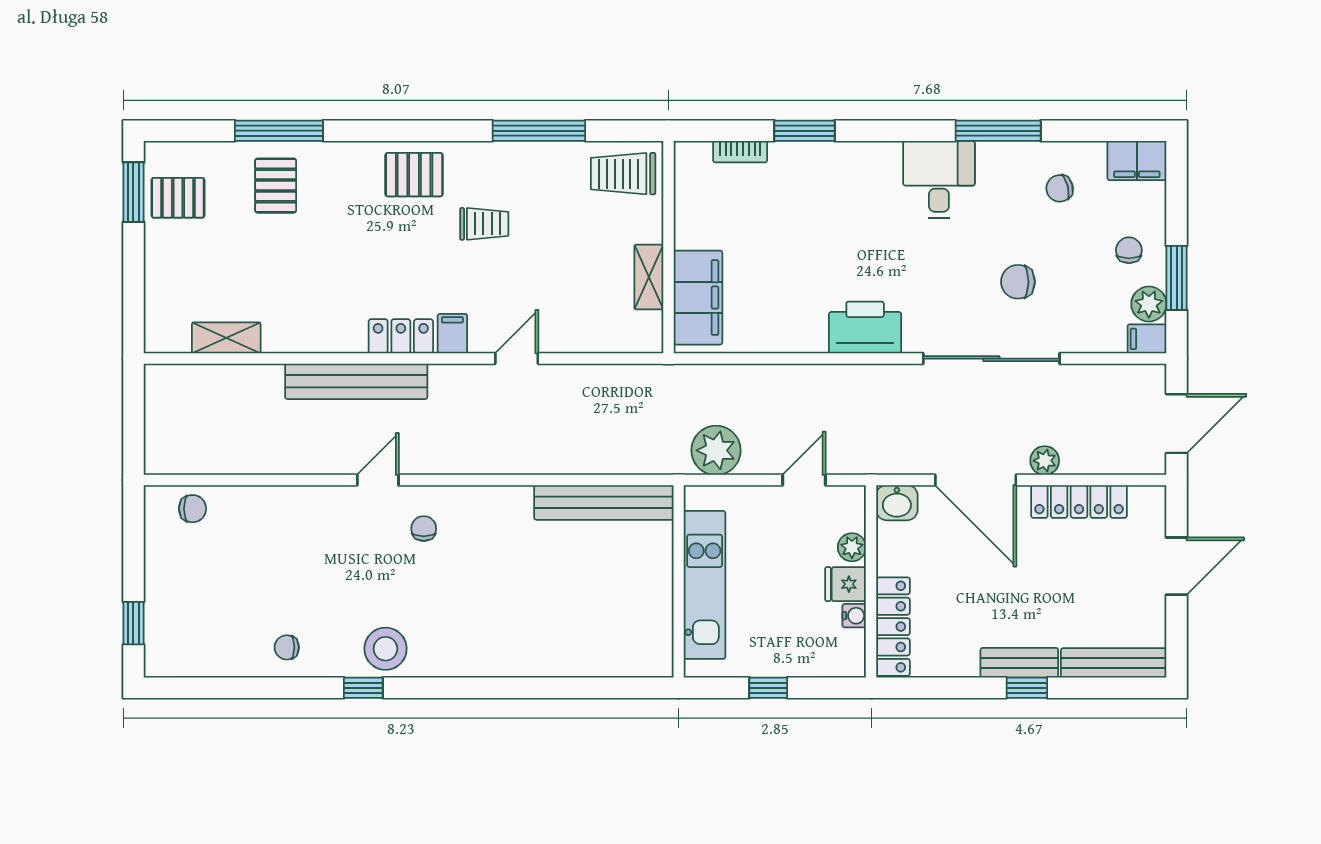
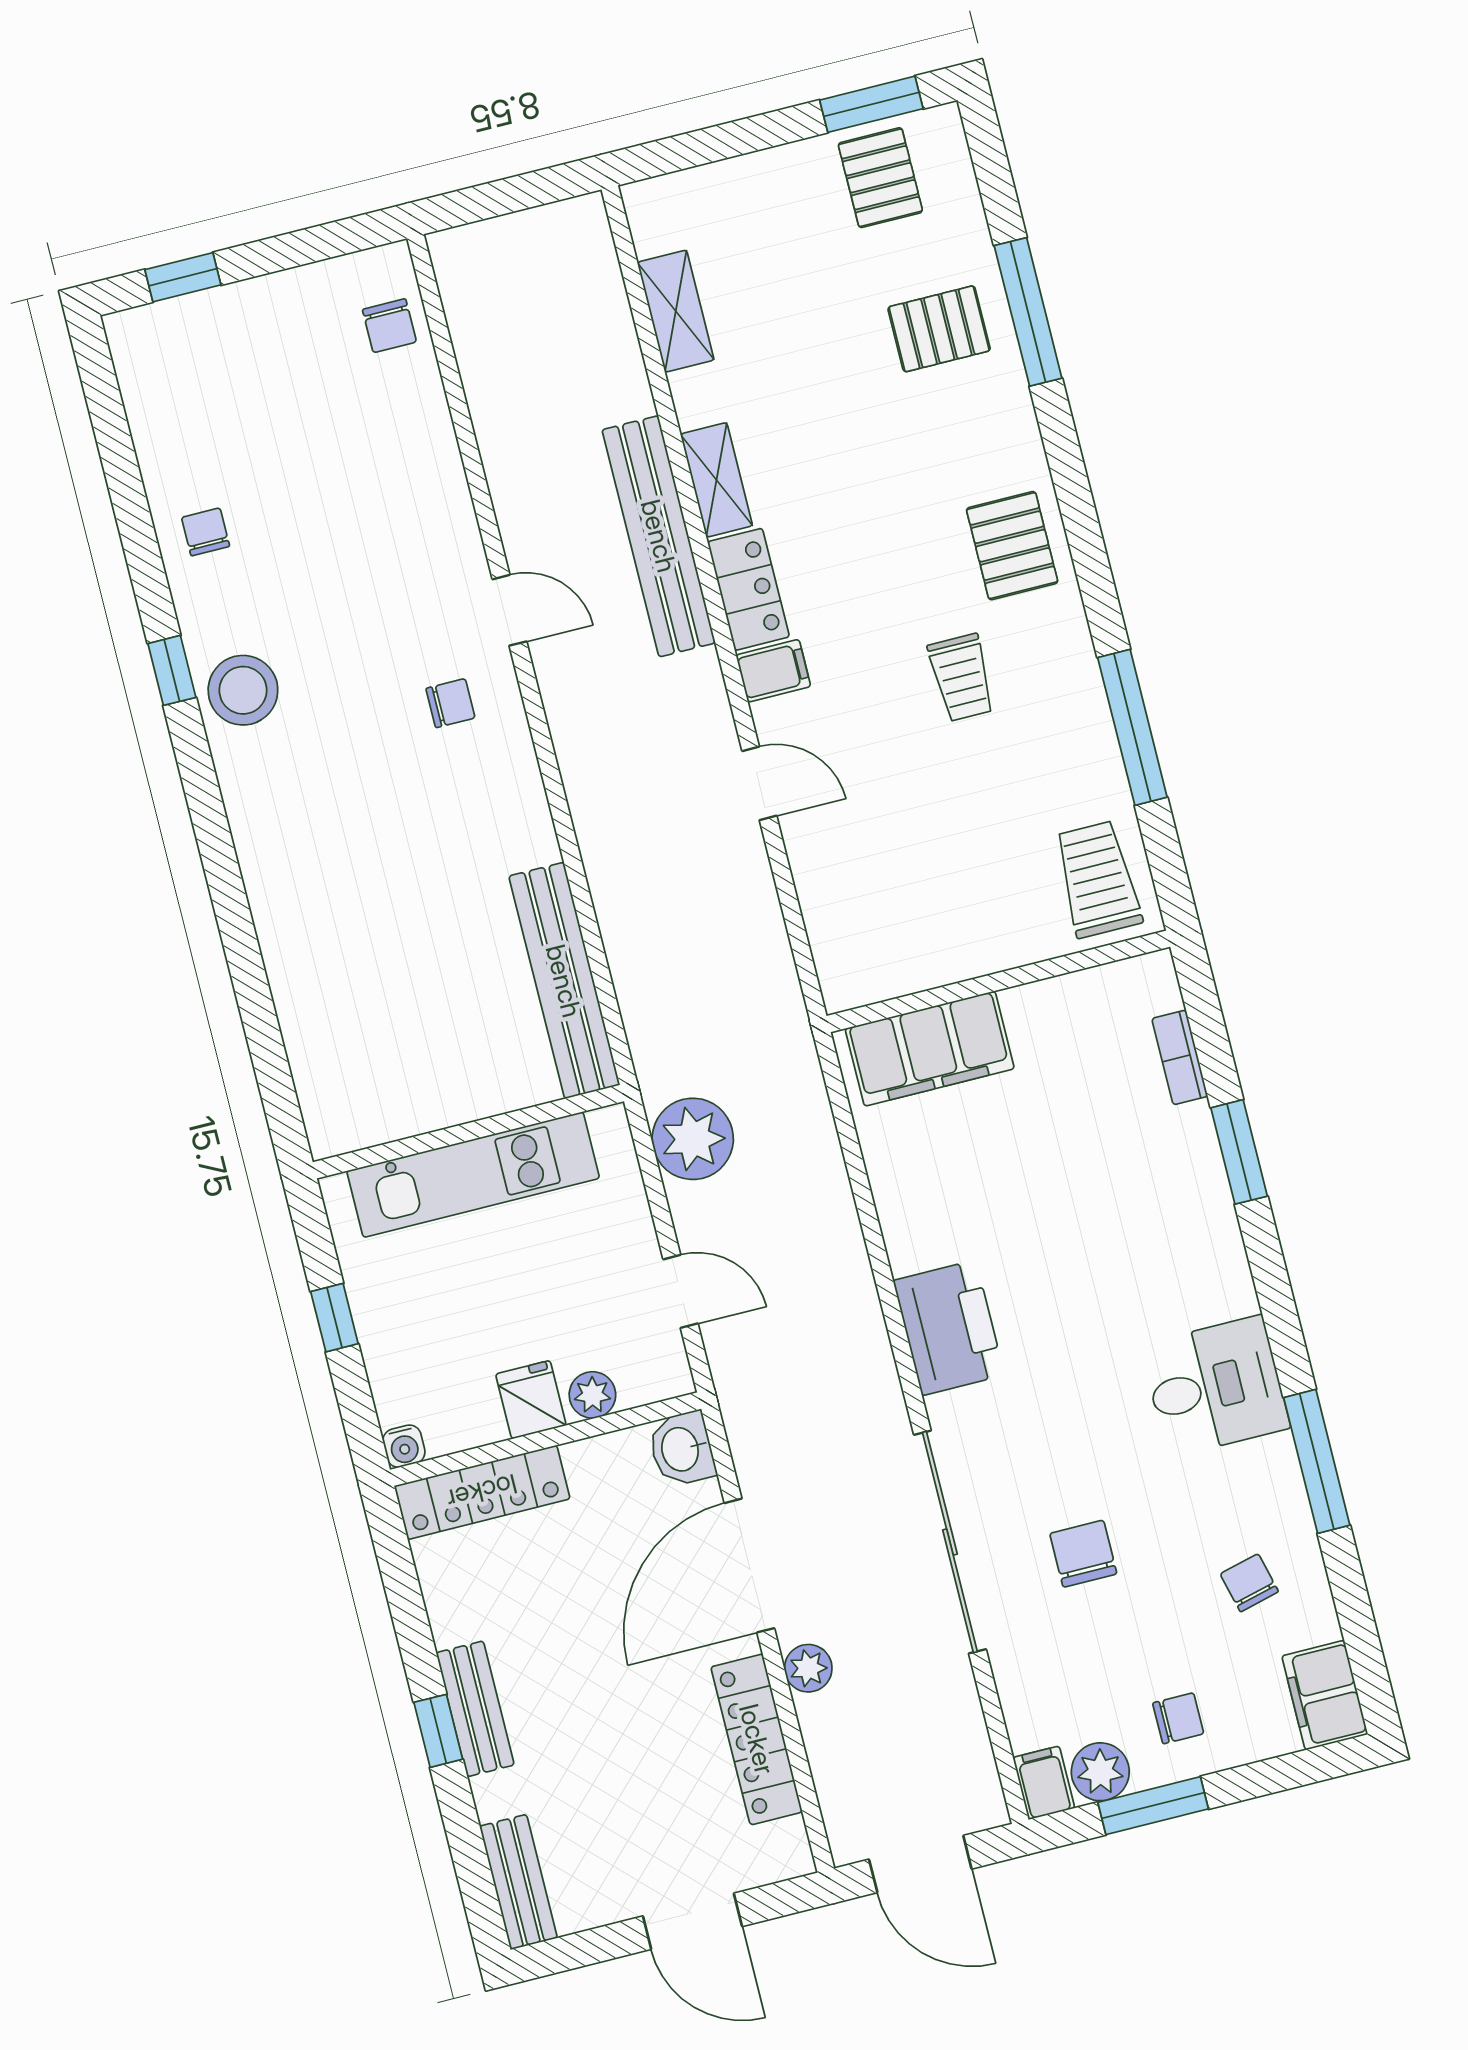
shelving: (649, 277) -> (716, 480), moved, turned 90
water cooler: (854, 616) -> (404, 1446), moved
bench: (1114, 663) -> (518, 1882), width x0.73

